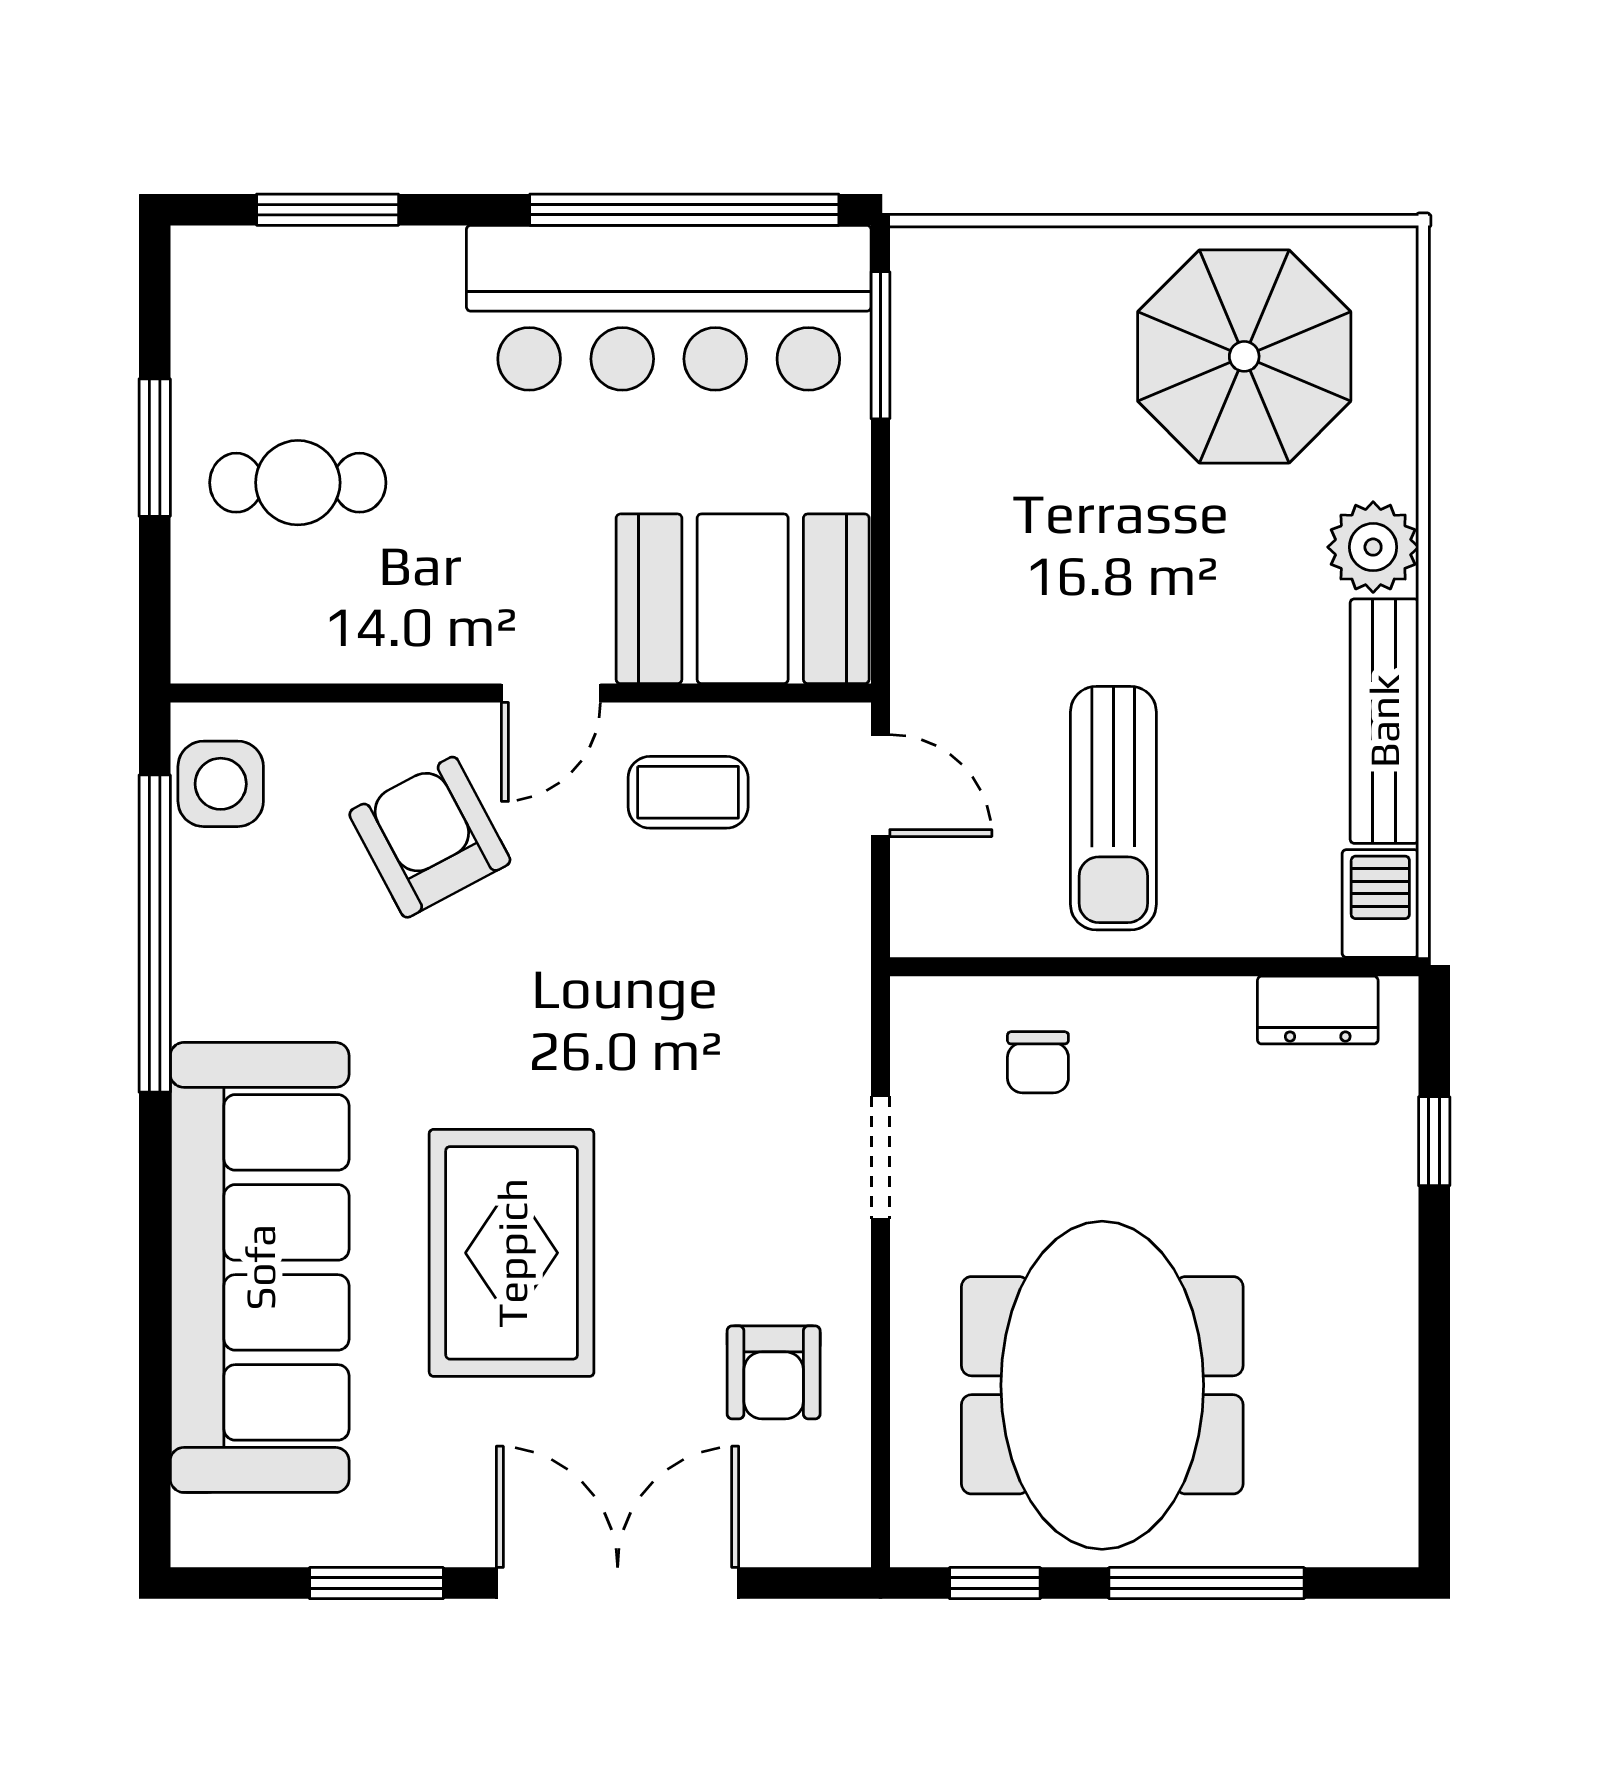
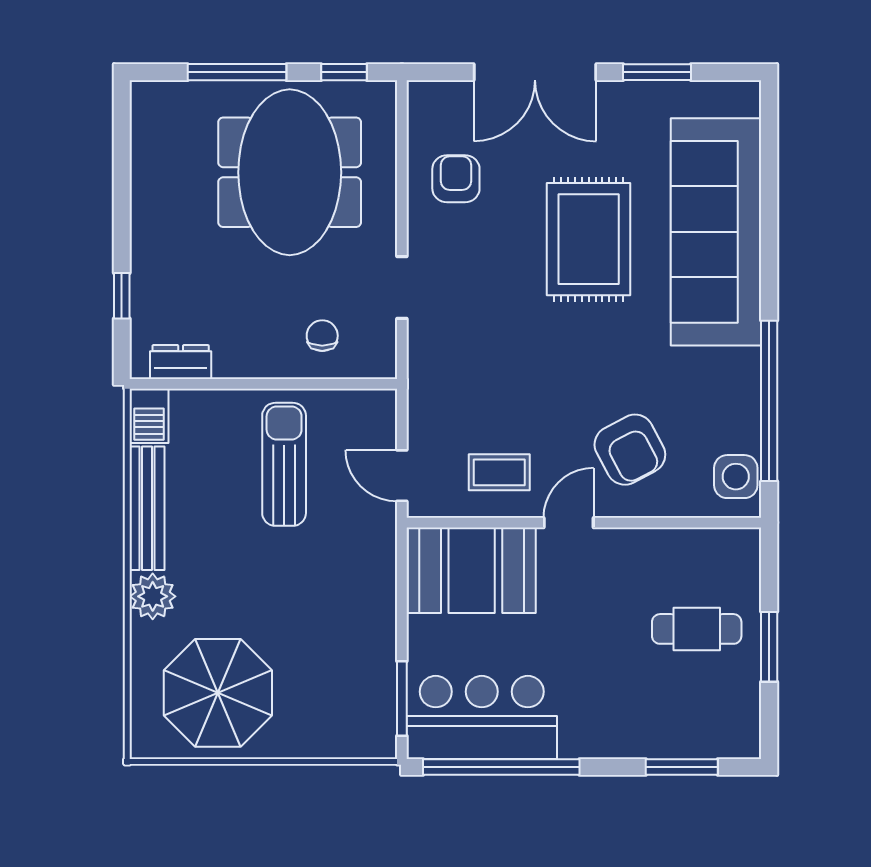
bar counter: (669, 308) -> (482, 717), width x0.73

